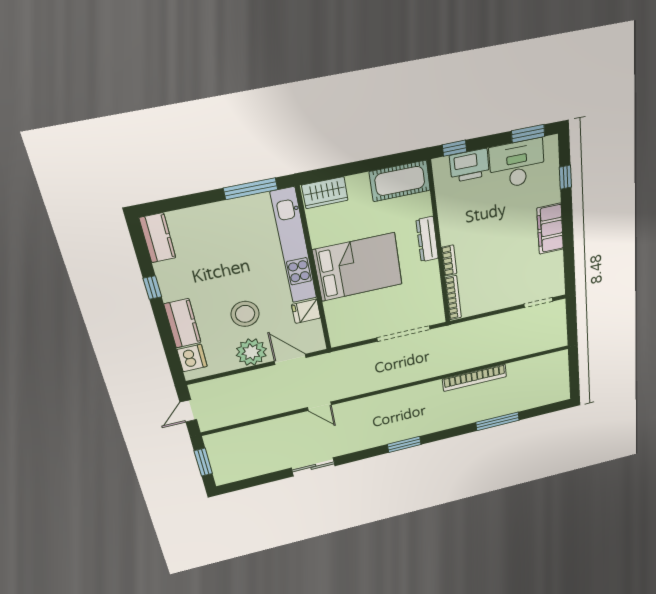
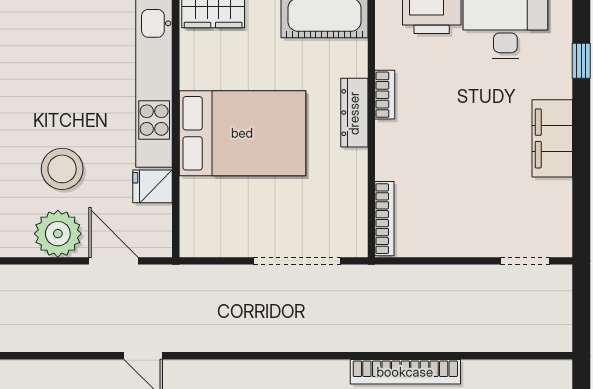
bookcase: (449, 260) -> (385, 95), moved

